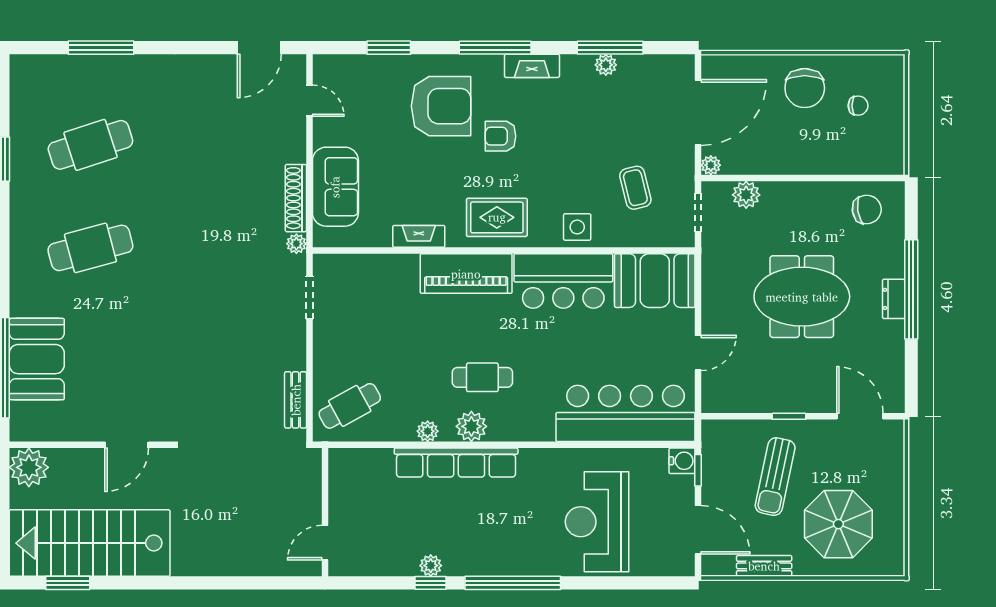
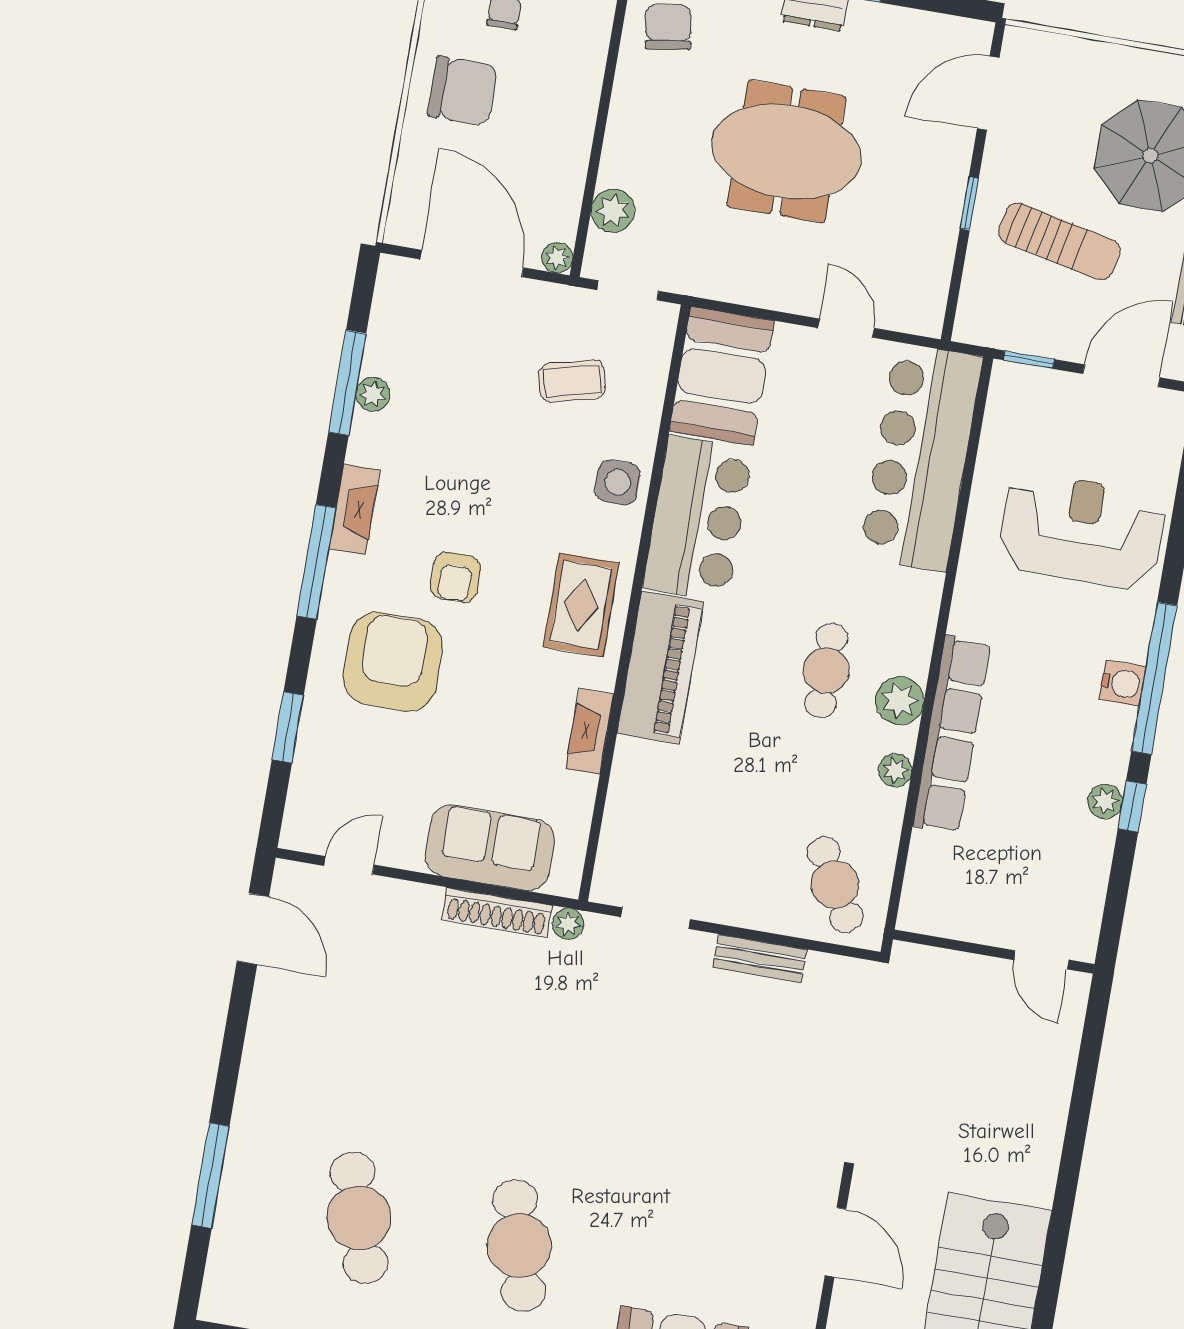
meeting table: (802, 297) -> (786, 151), turned 90
bench: (296, 400) -> (760, 958), moved
water cooler: (682, 461) -> (1122, 683), moved, turned 90
reception desk: (597, 522) -> (1082, 531), turned 180

